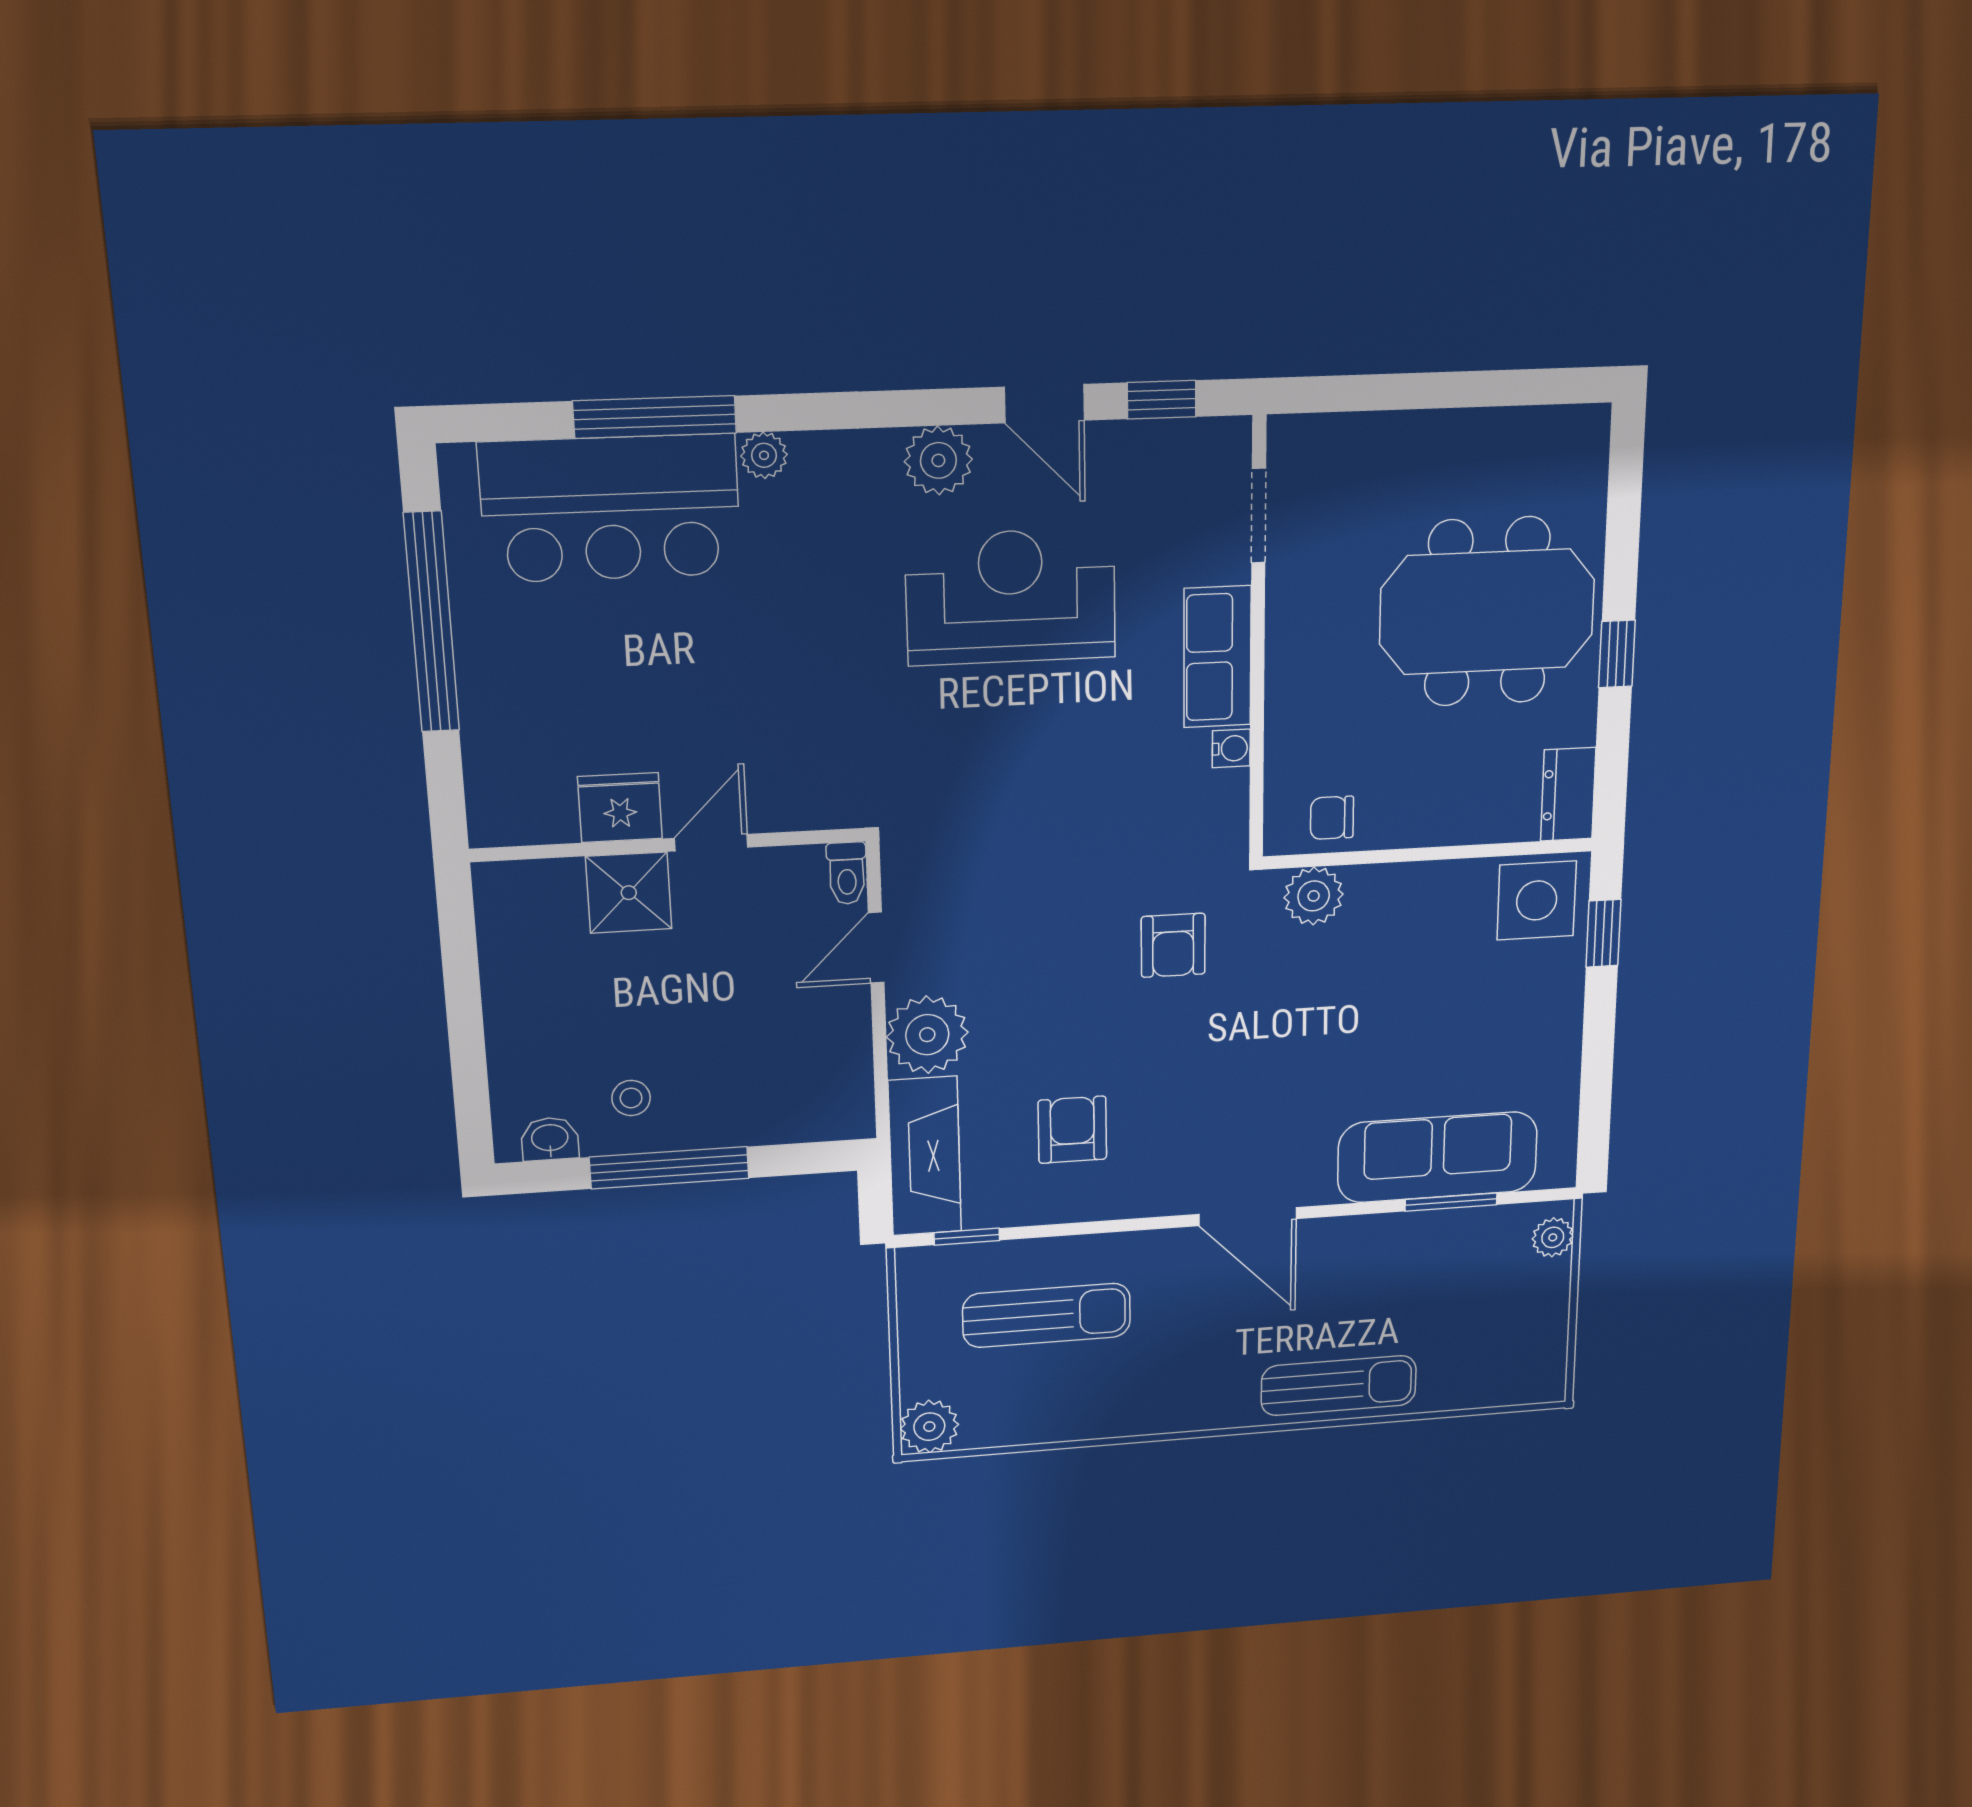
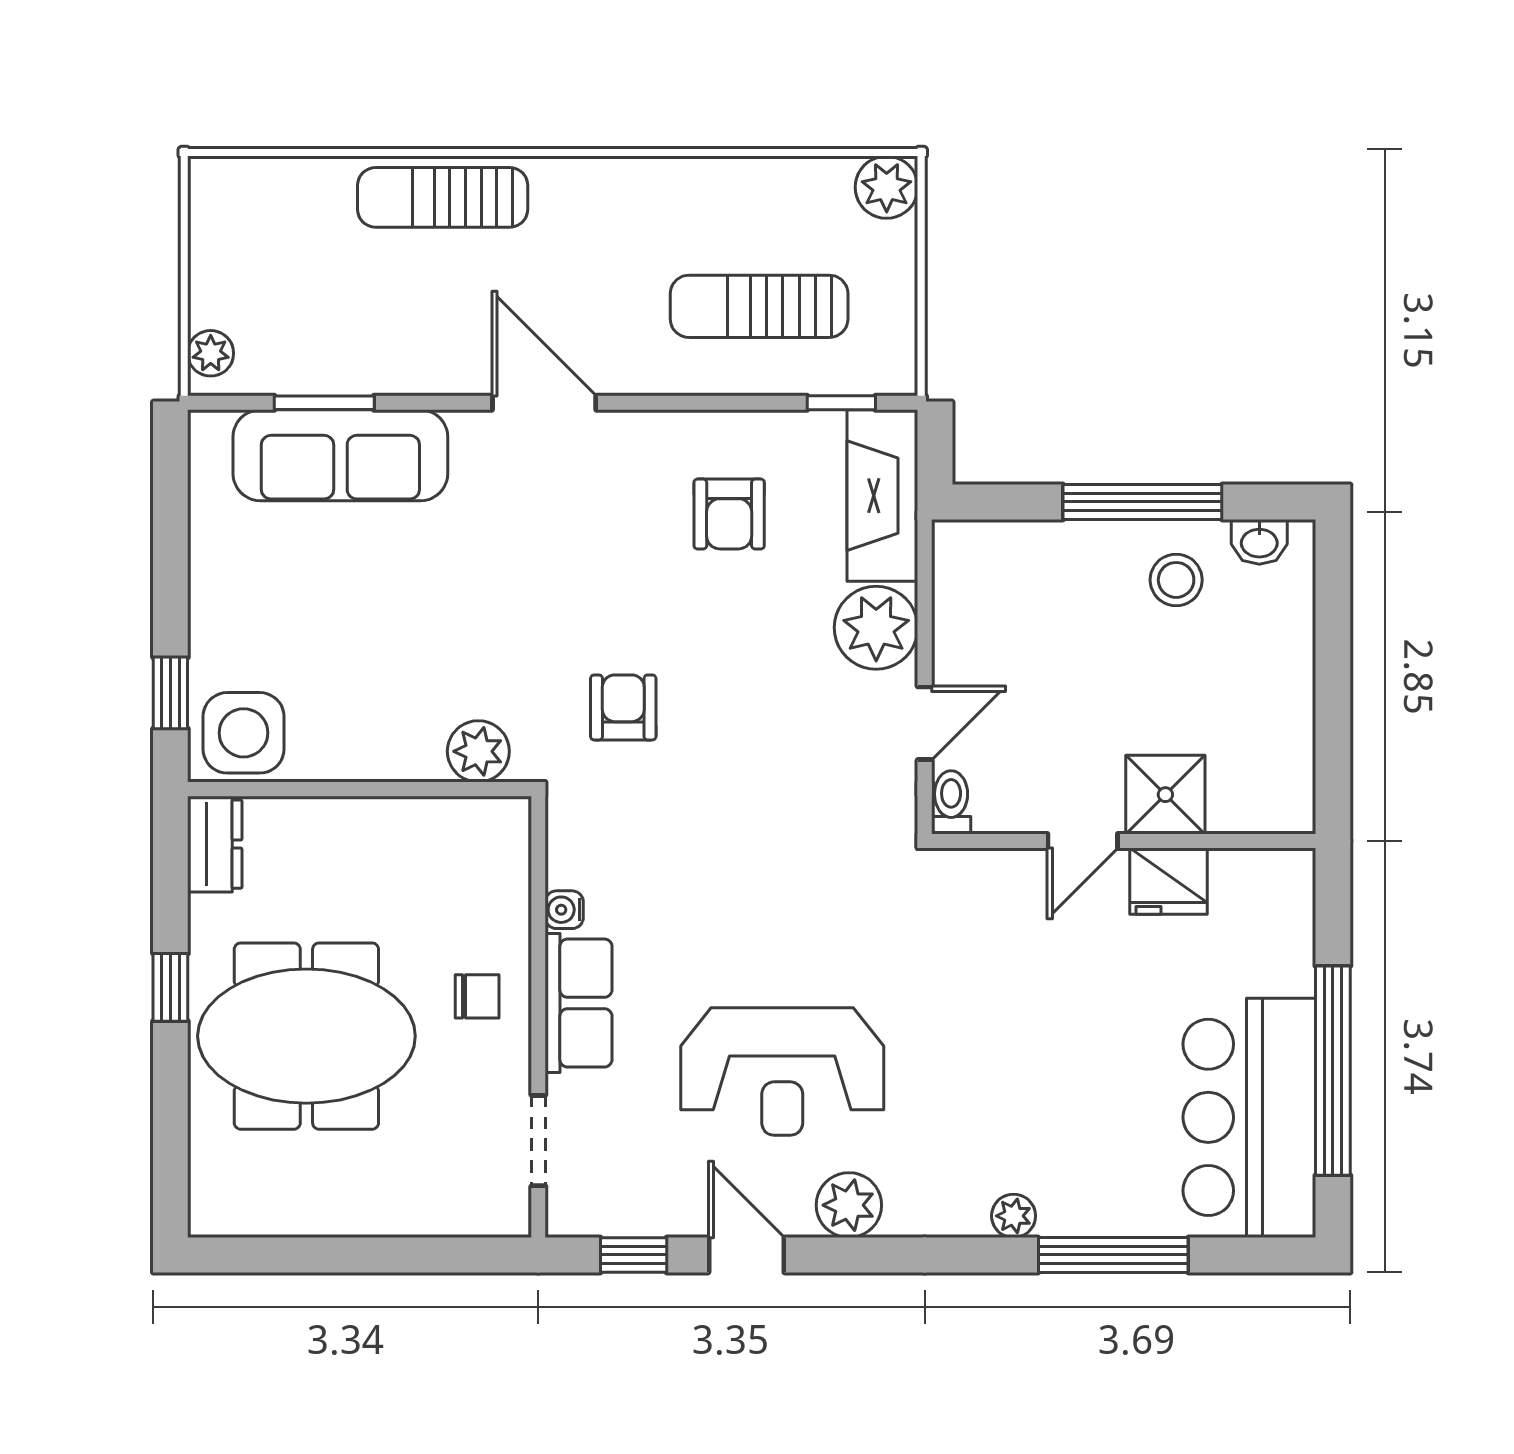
bar counter: (611, 508) -> (1249, 1117), moved, turned -90
chair: (1332, 818) -> (477, 996), moved
stool: (631, 1098) -> (1176, 580), width x1.37, depth x1.37

